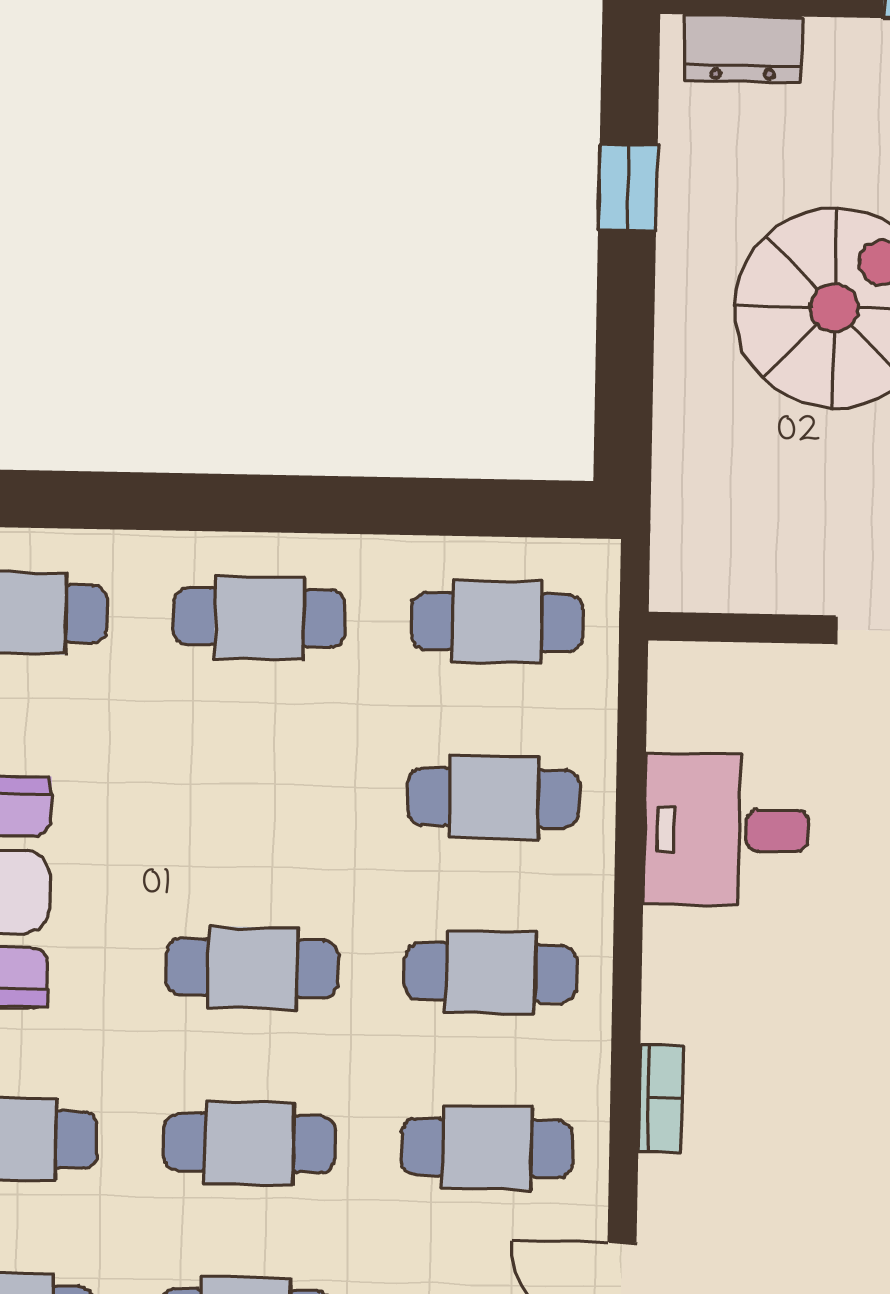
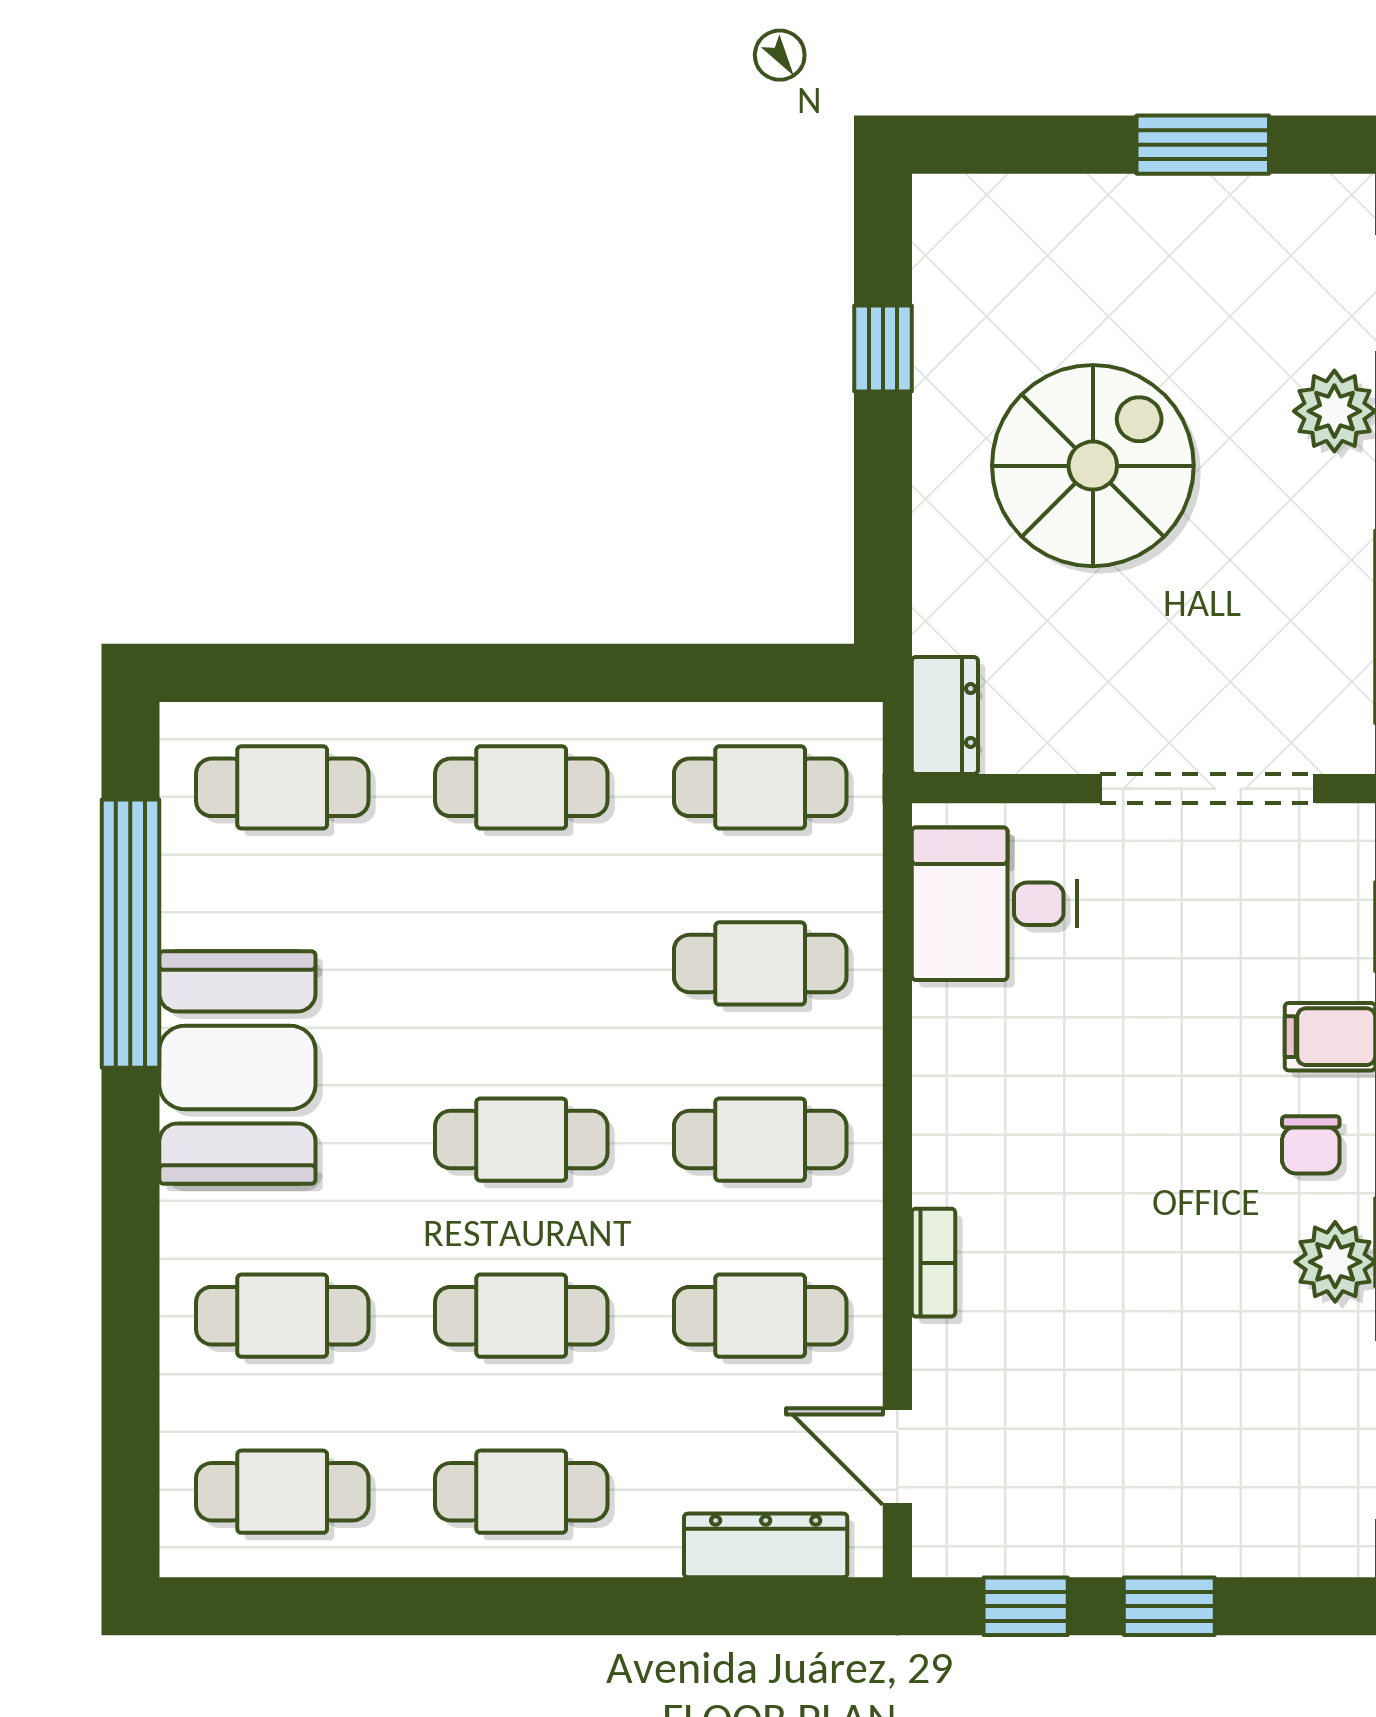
dresser: (743, 48) -> (945, 716), moved, turned -90
desk: (726, 830) -> (994, 904), moved

